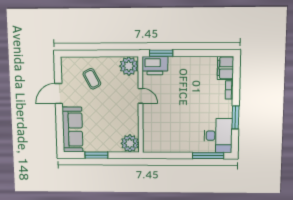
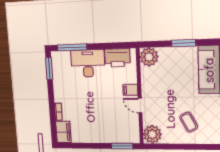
printer: (155, 66) -> (117, 58), moved, turned 180
filing cabinet: (150, 112) -> (130, 90), added
window: (235, 117) -> (49, 69), moved
desk: (218, 136) -> (88, 63), moved, turned 90

